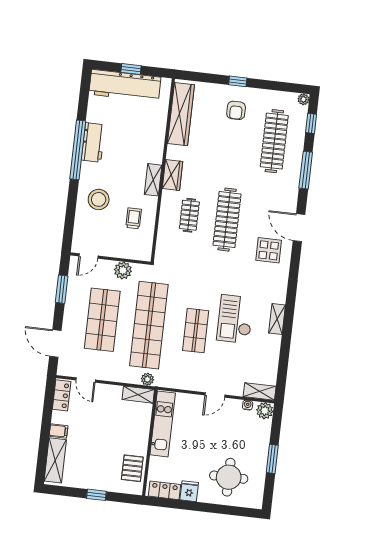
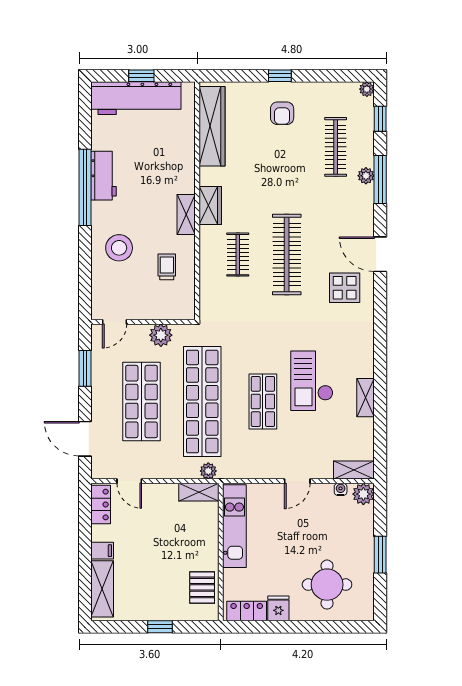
clothes rail: (274, 141) -> (336, 147), width x0.73, depth x0.76
plant: (295, 166) -> (366, 176), added
shelving: (277, 319) -> (366, 398), moved

